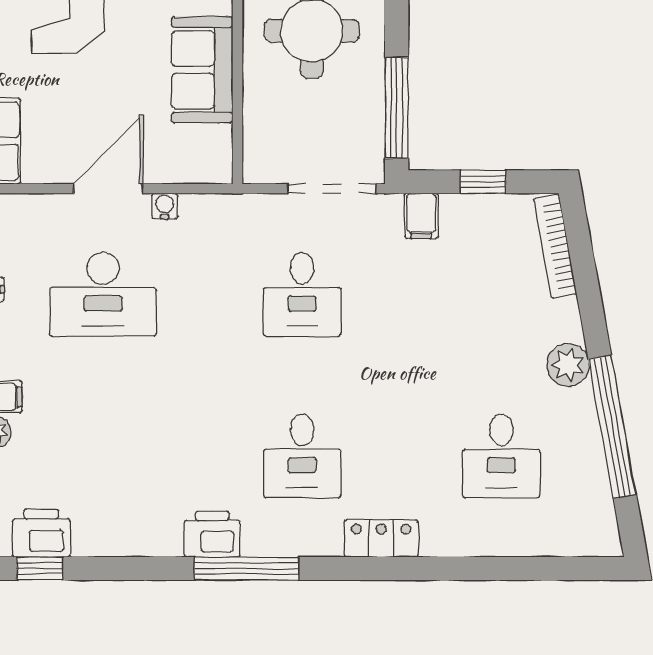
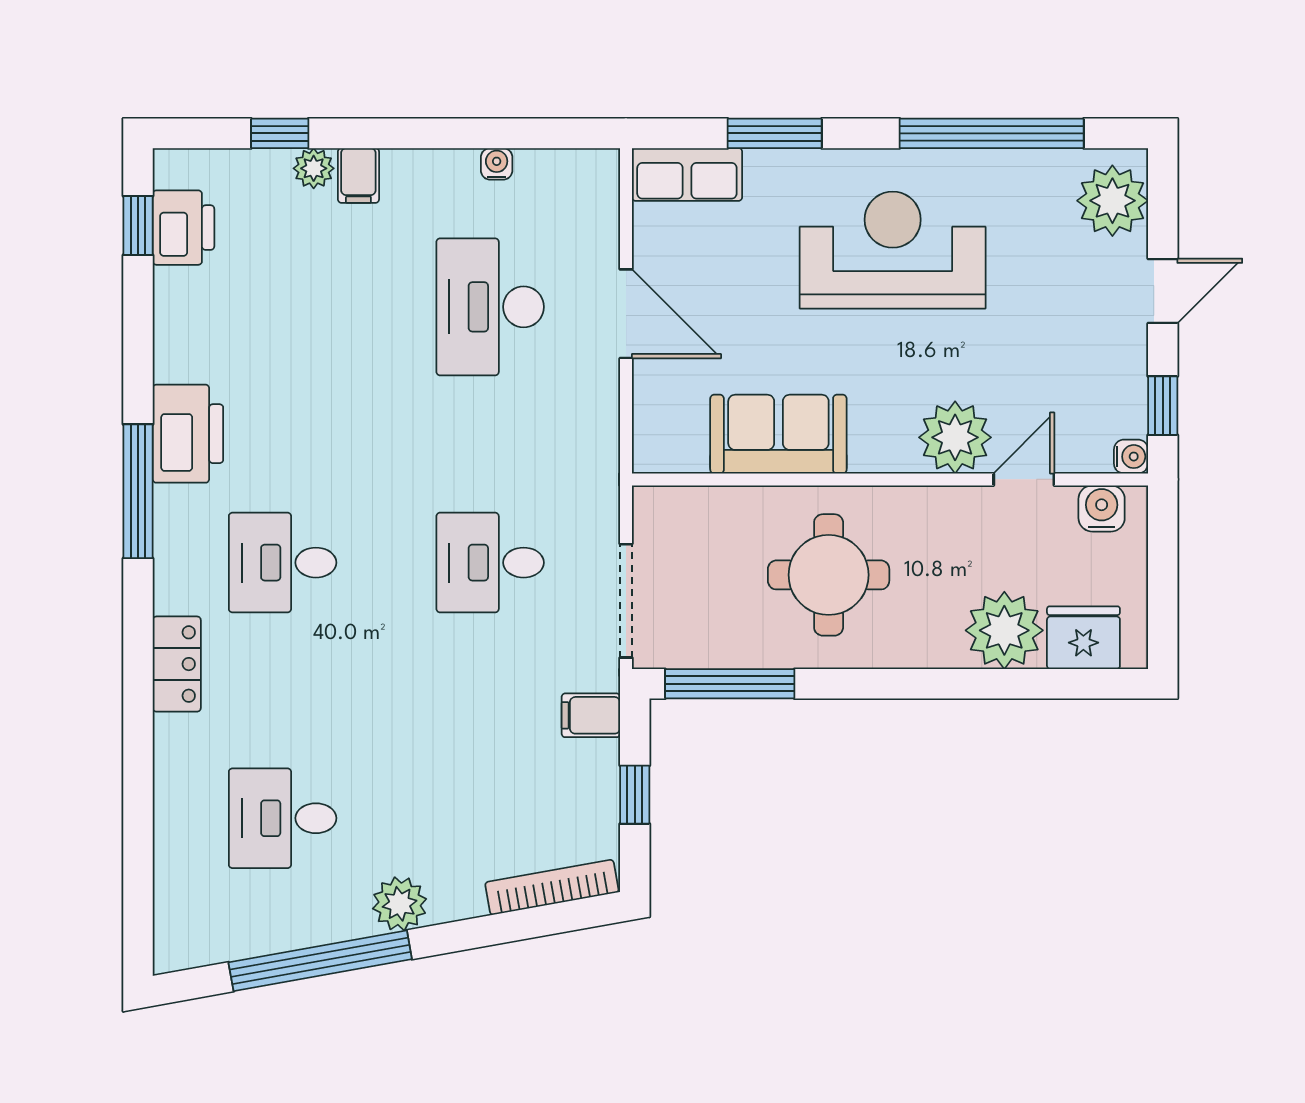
water cooler: (165, 206) -> (604, 386), removed
printer: (212, 534) -> (188, 434), width x1.37, depth x1.19

